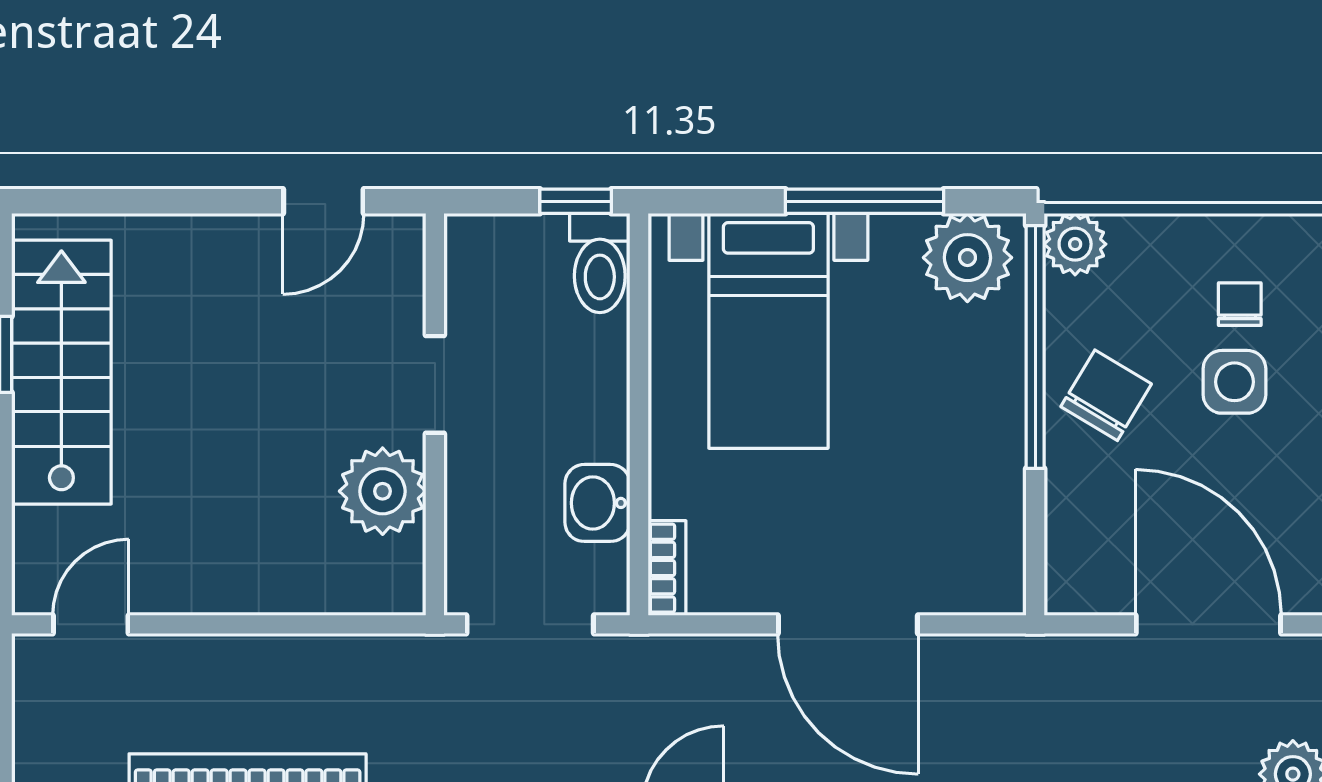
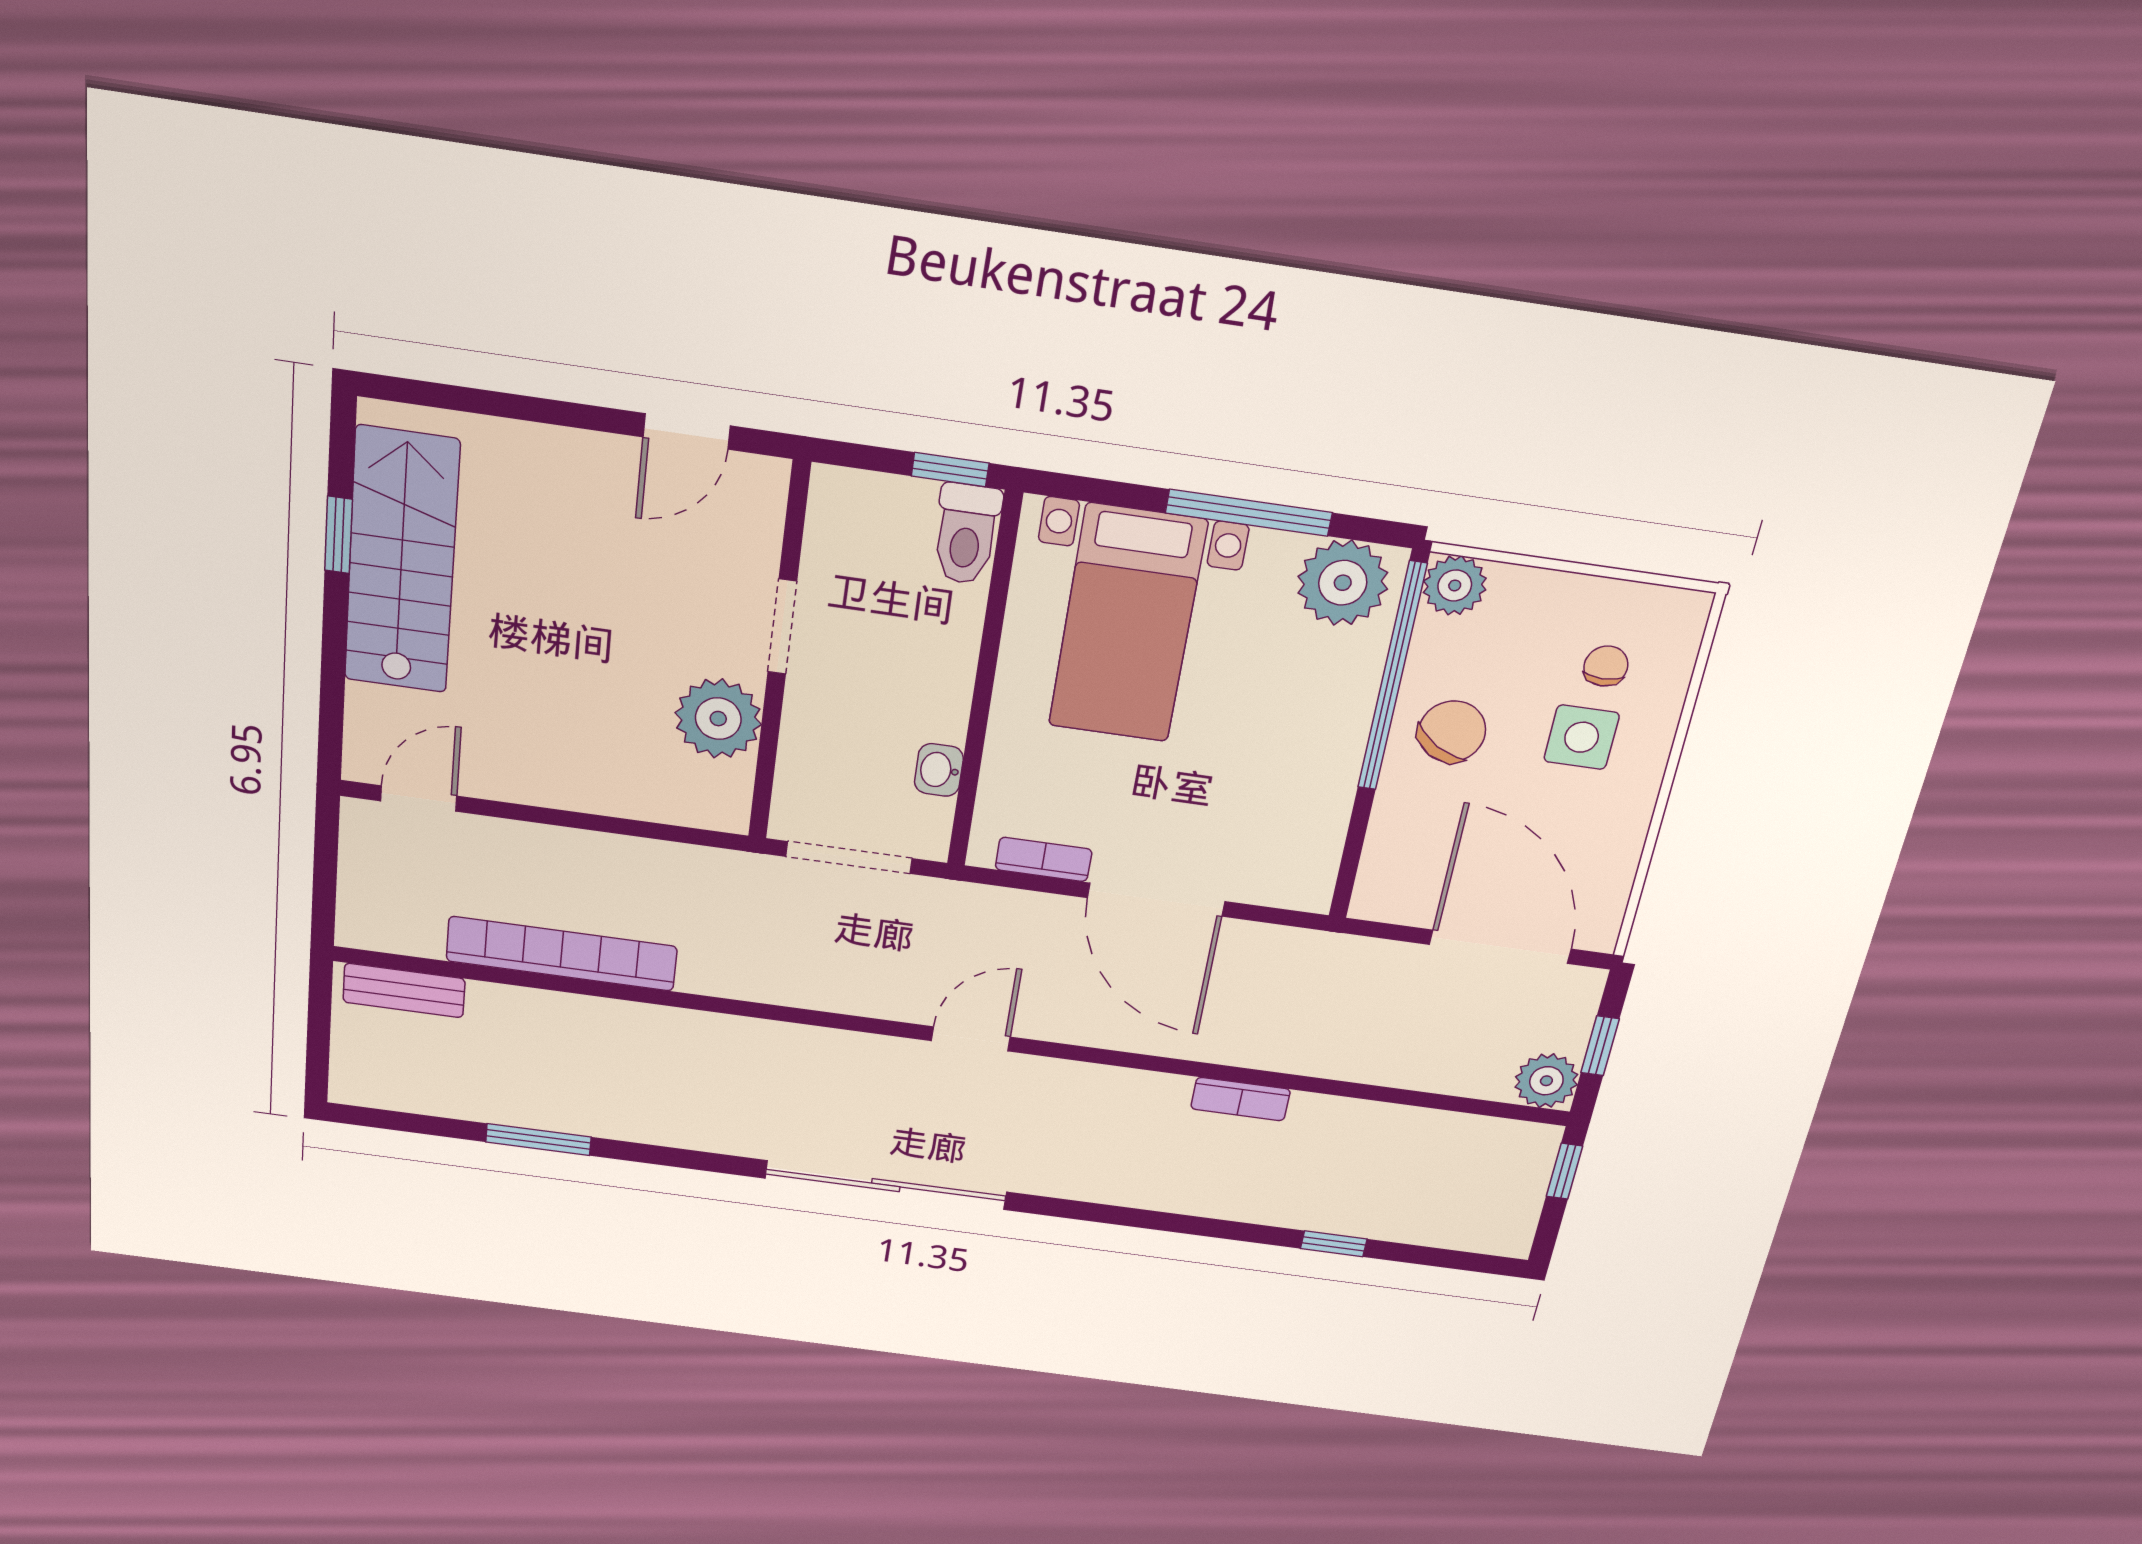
washbasin: (597, 503) -> (939, 770), width x0.72, depth x0.69
bookcase: (667, 568) -> (1044, 859), moved, turned -90

